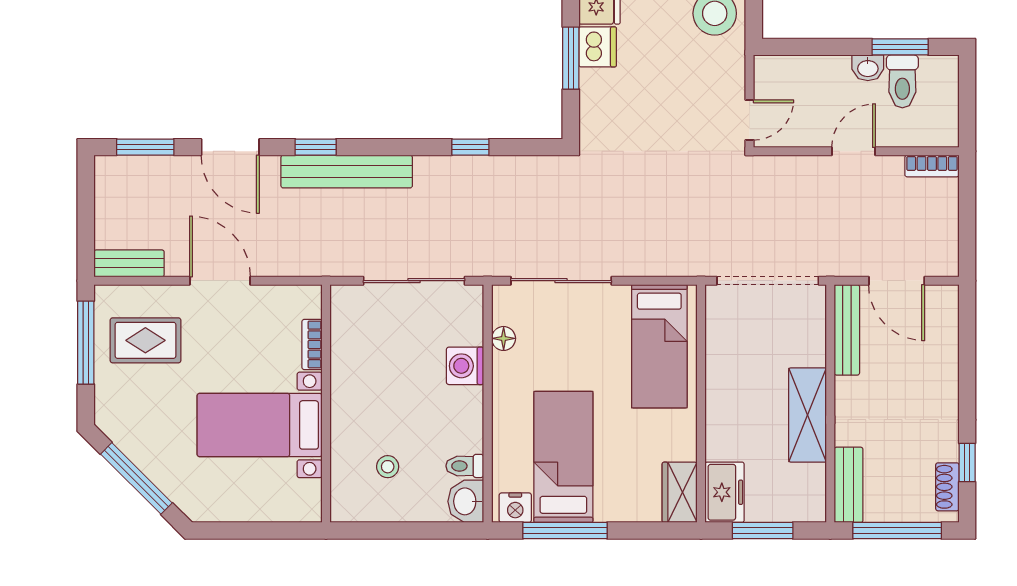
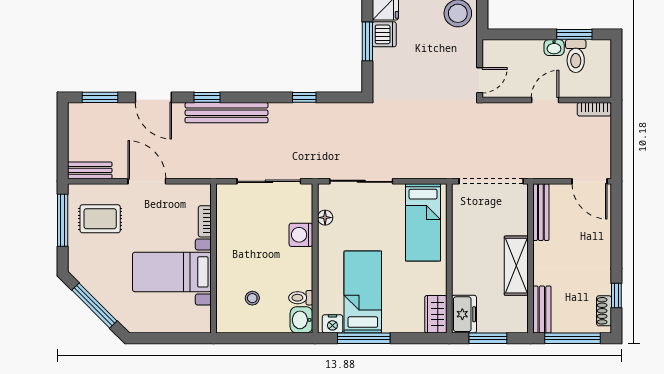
door: (897, 281) -> (590, 181), moved

